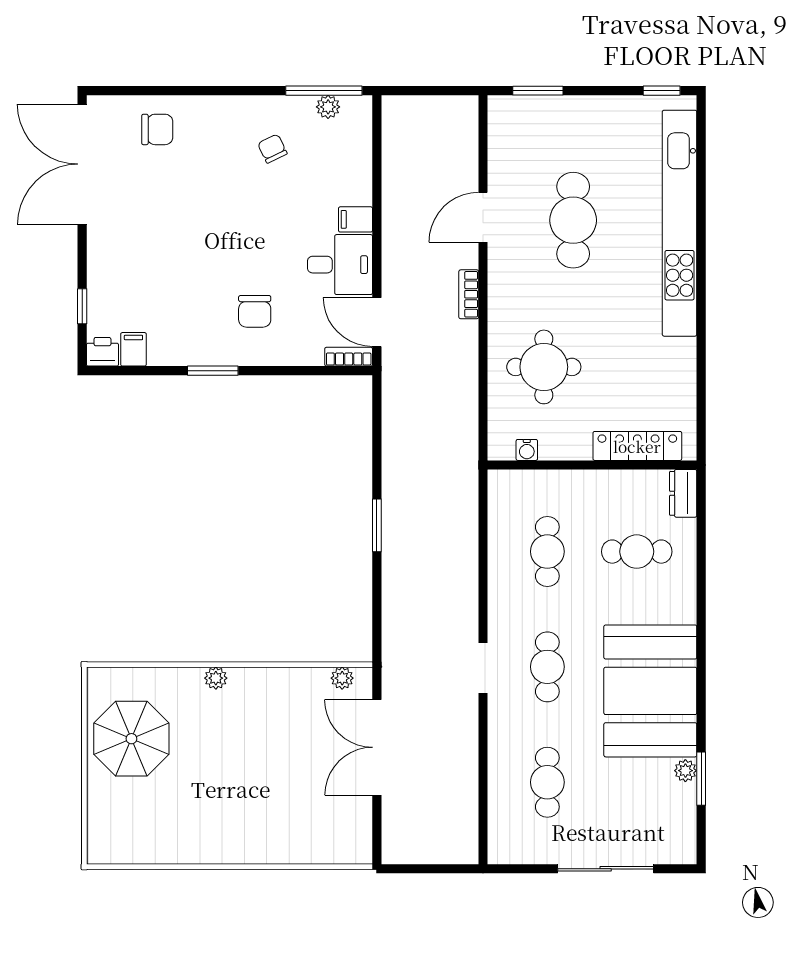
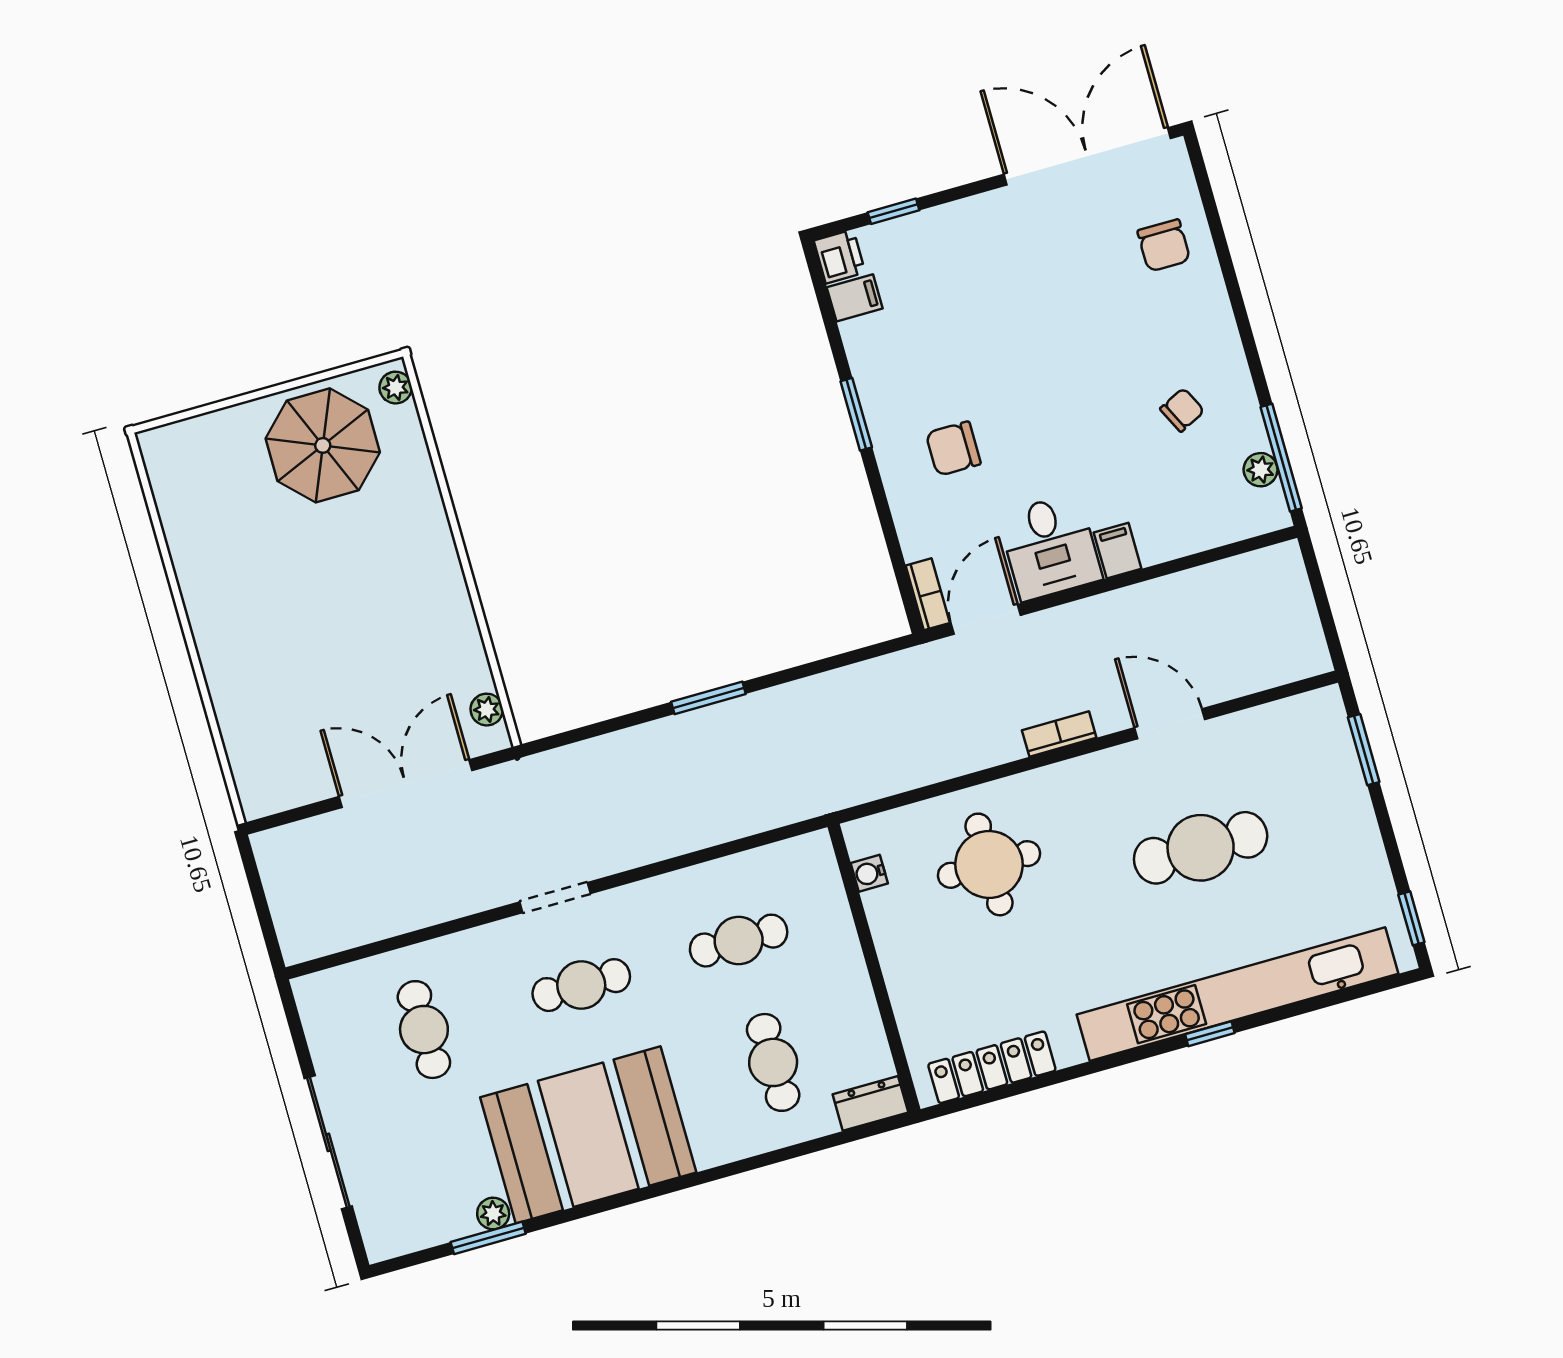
window: (701, 250) -> (1210, 1034), added
locker: (637, 446) -> (992, 1067), moved, turned -90
plant: (216, 678) -> (396, 388), moved
cafe table: (547, 782) -> (424, 1030), turned 90

